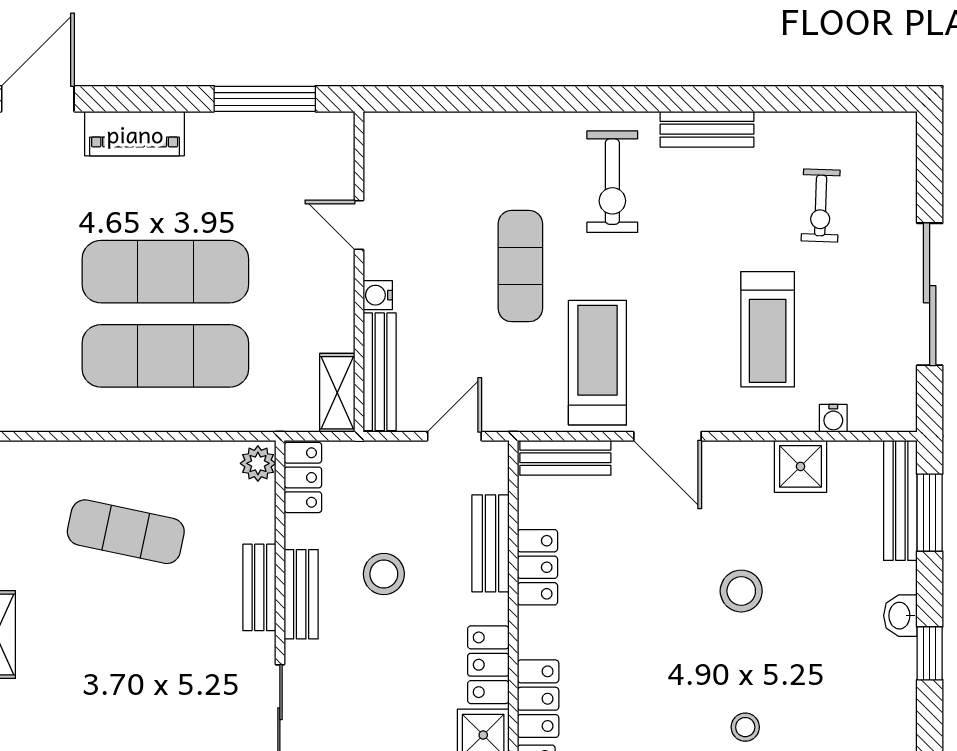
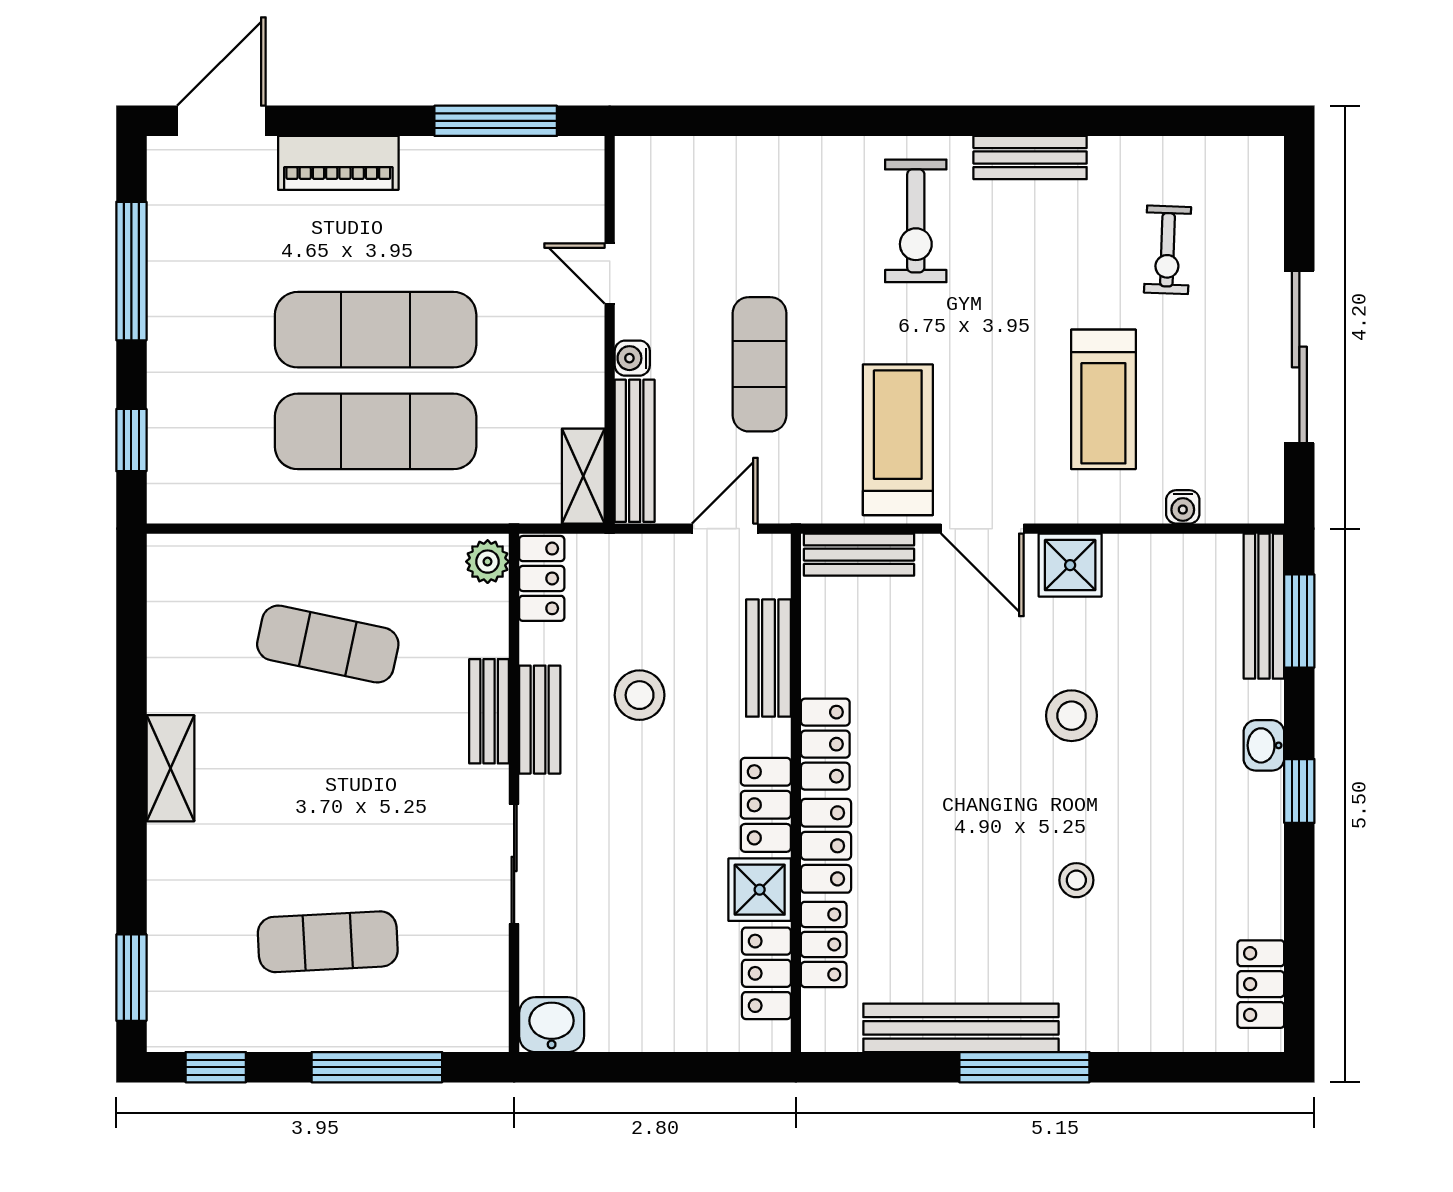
exercise mat: (520, 266) -> (759, 364), moved
shower: (800, 466) -> (1070, 565), moved
locker: (537, 567) -> (825, 744), moved

